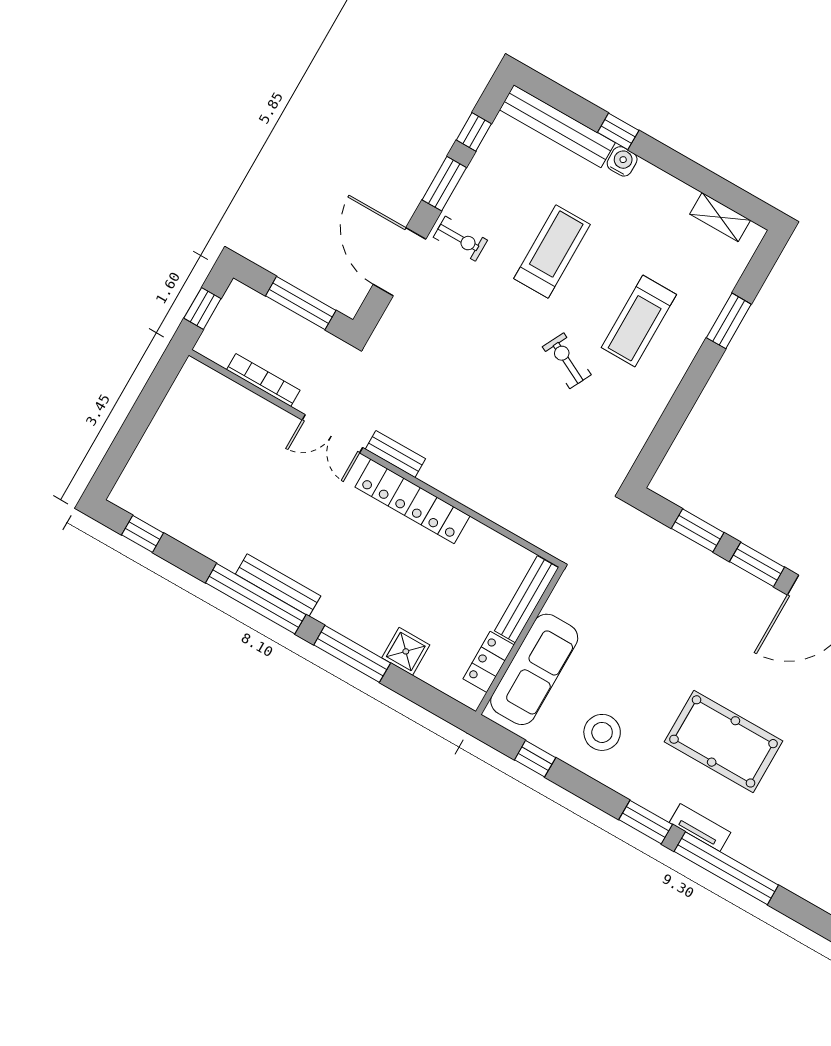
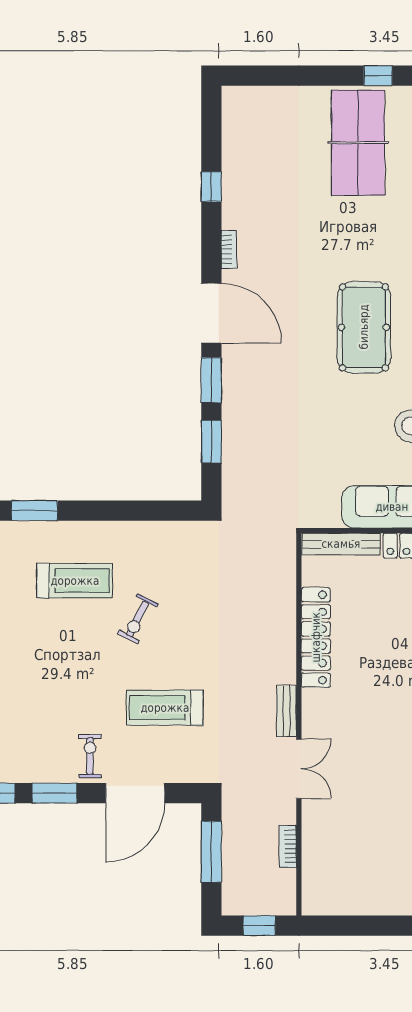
treadmill: (552, 251) -> (165, 708), moved
bookcase: (263, 380) -> (288, 846), width x0.64
locker: (412, 501) -> (316, 637), moved

